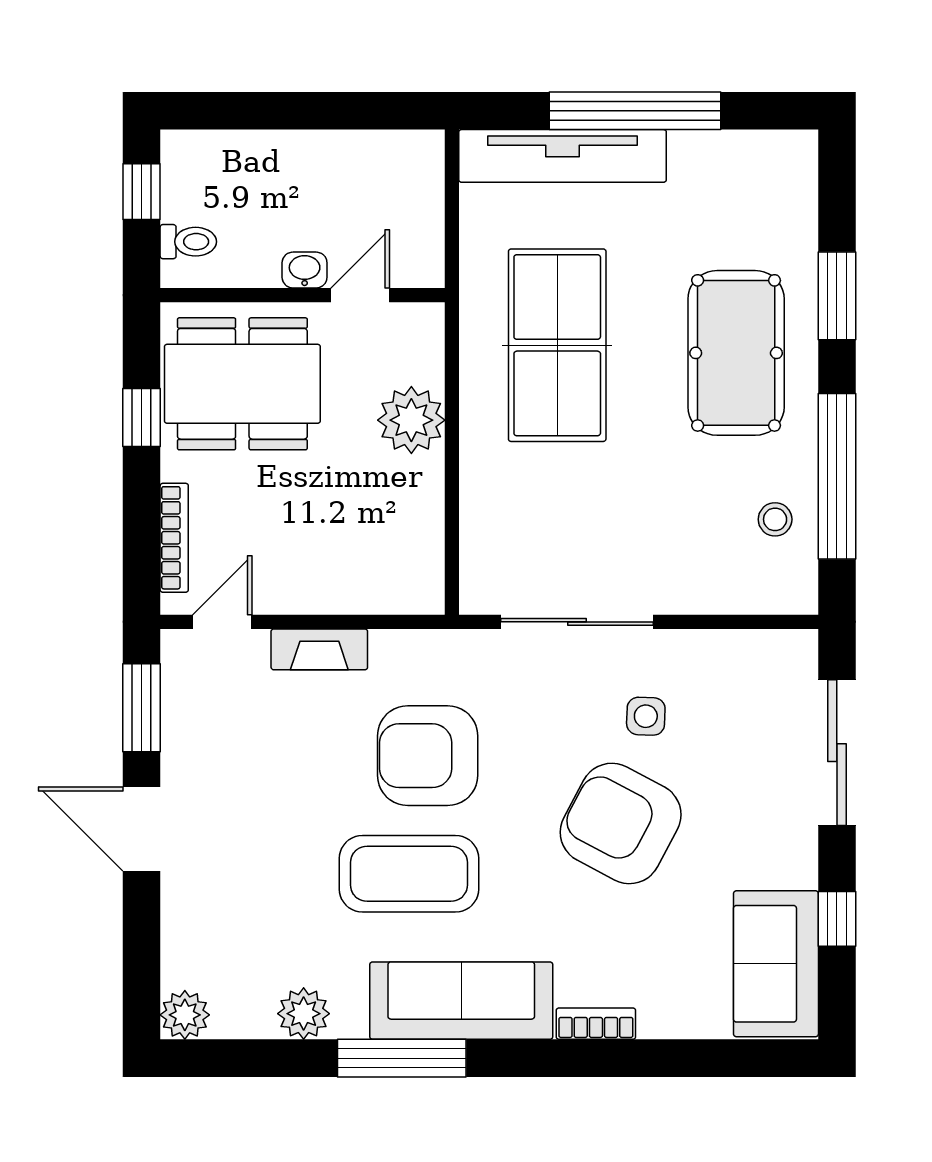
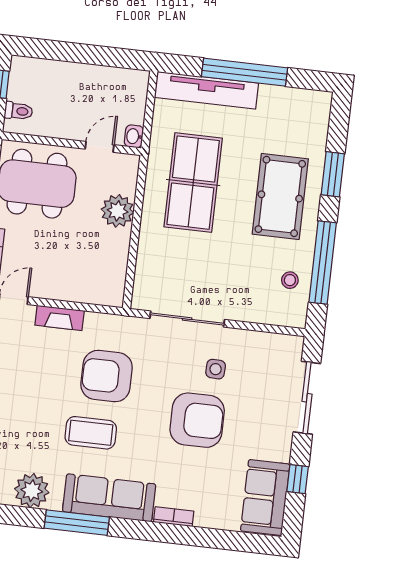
washbasin: (305, 270) -> (134, 136), moved, turned -90
armchair: (621, 823) -> (197, 420), turned 152
coffee table: (409, 874) -> (91, 433), width x0.73, depth x0.76
plant: (304, 1014) -> (32, 491), width x1.36, depth x1.36

